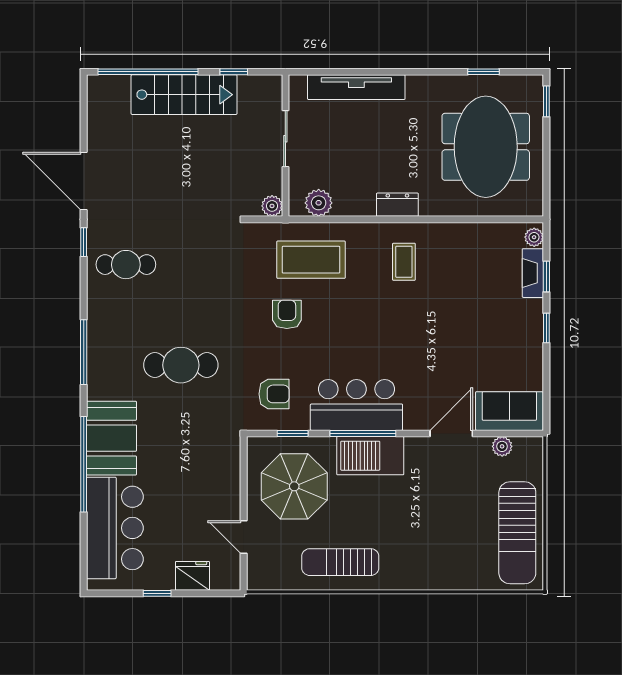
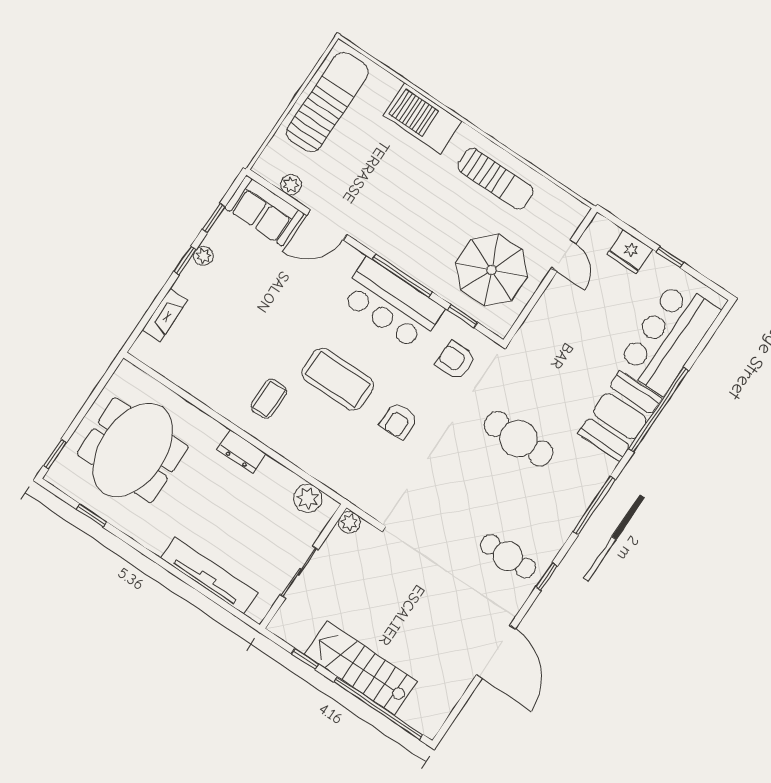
plant: (534, 237) -> (203, 256), moved
window: (84, 242) -> (547, 577), moved
coffee table: (311, 260) -> (338, 379), moved
window: (546, 277) -> (213, 218), moved
barbecue: (370, 456) -> (422, 118), moved, turned 180

